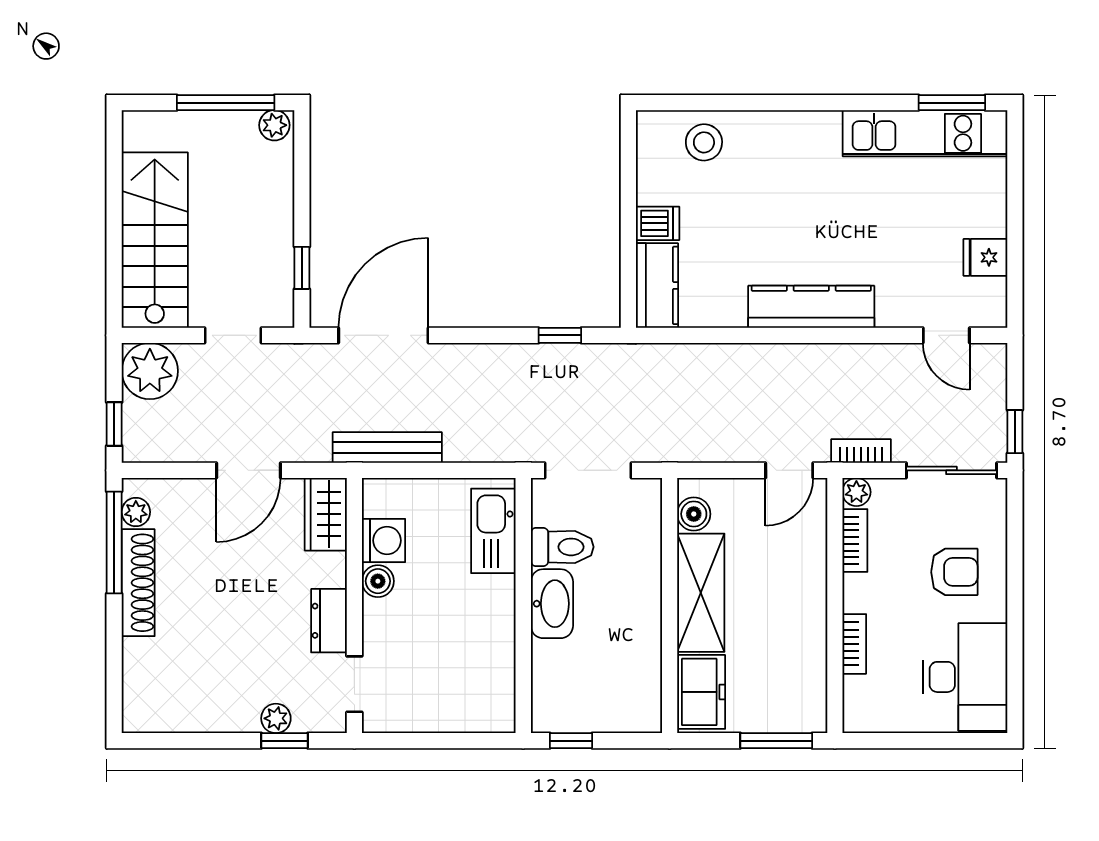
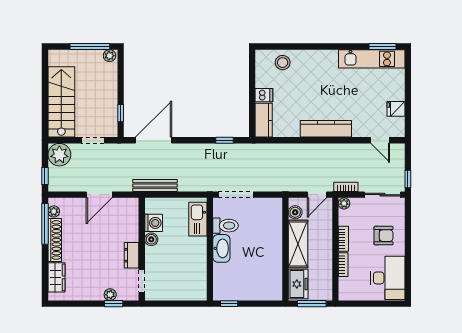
wardrobe: (326, 514) -> (57, 277), moved, turned 180
boiler: (694, 514) -> (295, 212), moved
bookcase: (855, 541) -> (343, 239), moved
shelving: (701, 593) -> (298, 244), moved
wall: (670, 606) -> (285, 249), moved
freezer: (701, 692) -> (298, 284), moved

